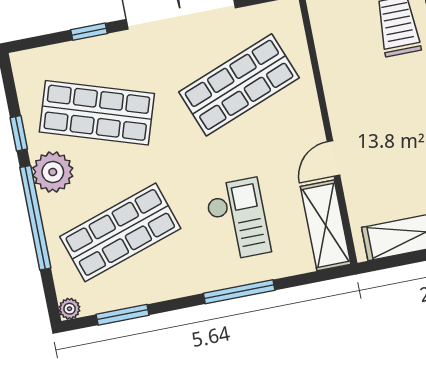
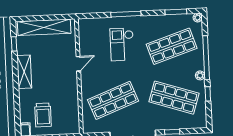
plant: (53, 172) -> (200, 75), width x0.53, depth x0.53
shelving: (326, 225) -> (86, 36), removed

